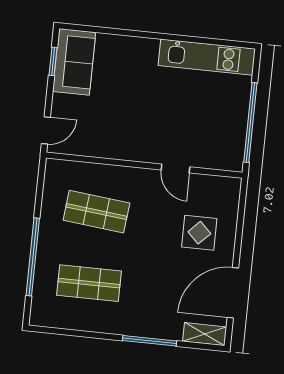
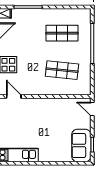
door: (46, 130) -> (92, 109), hinge flipped
door: (175, 168) -> (14, 96), moved

